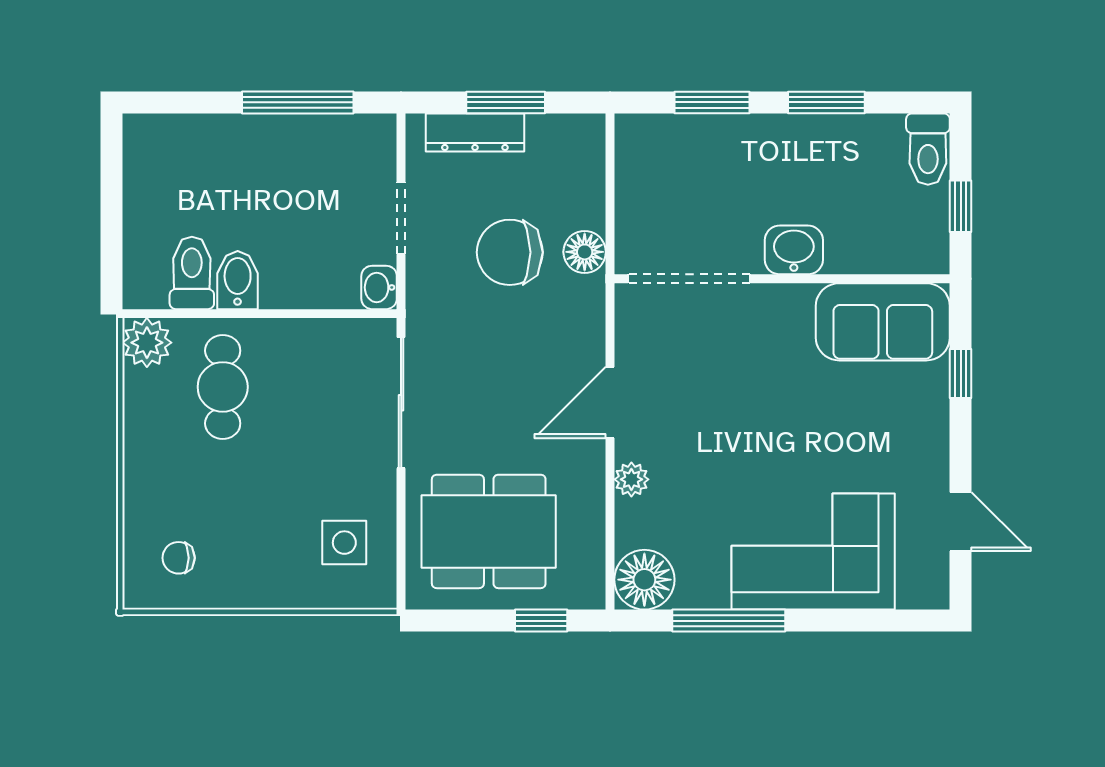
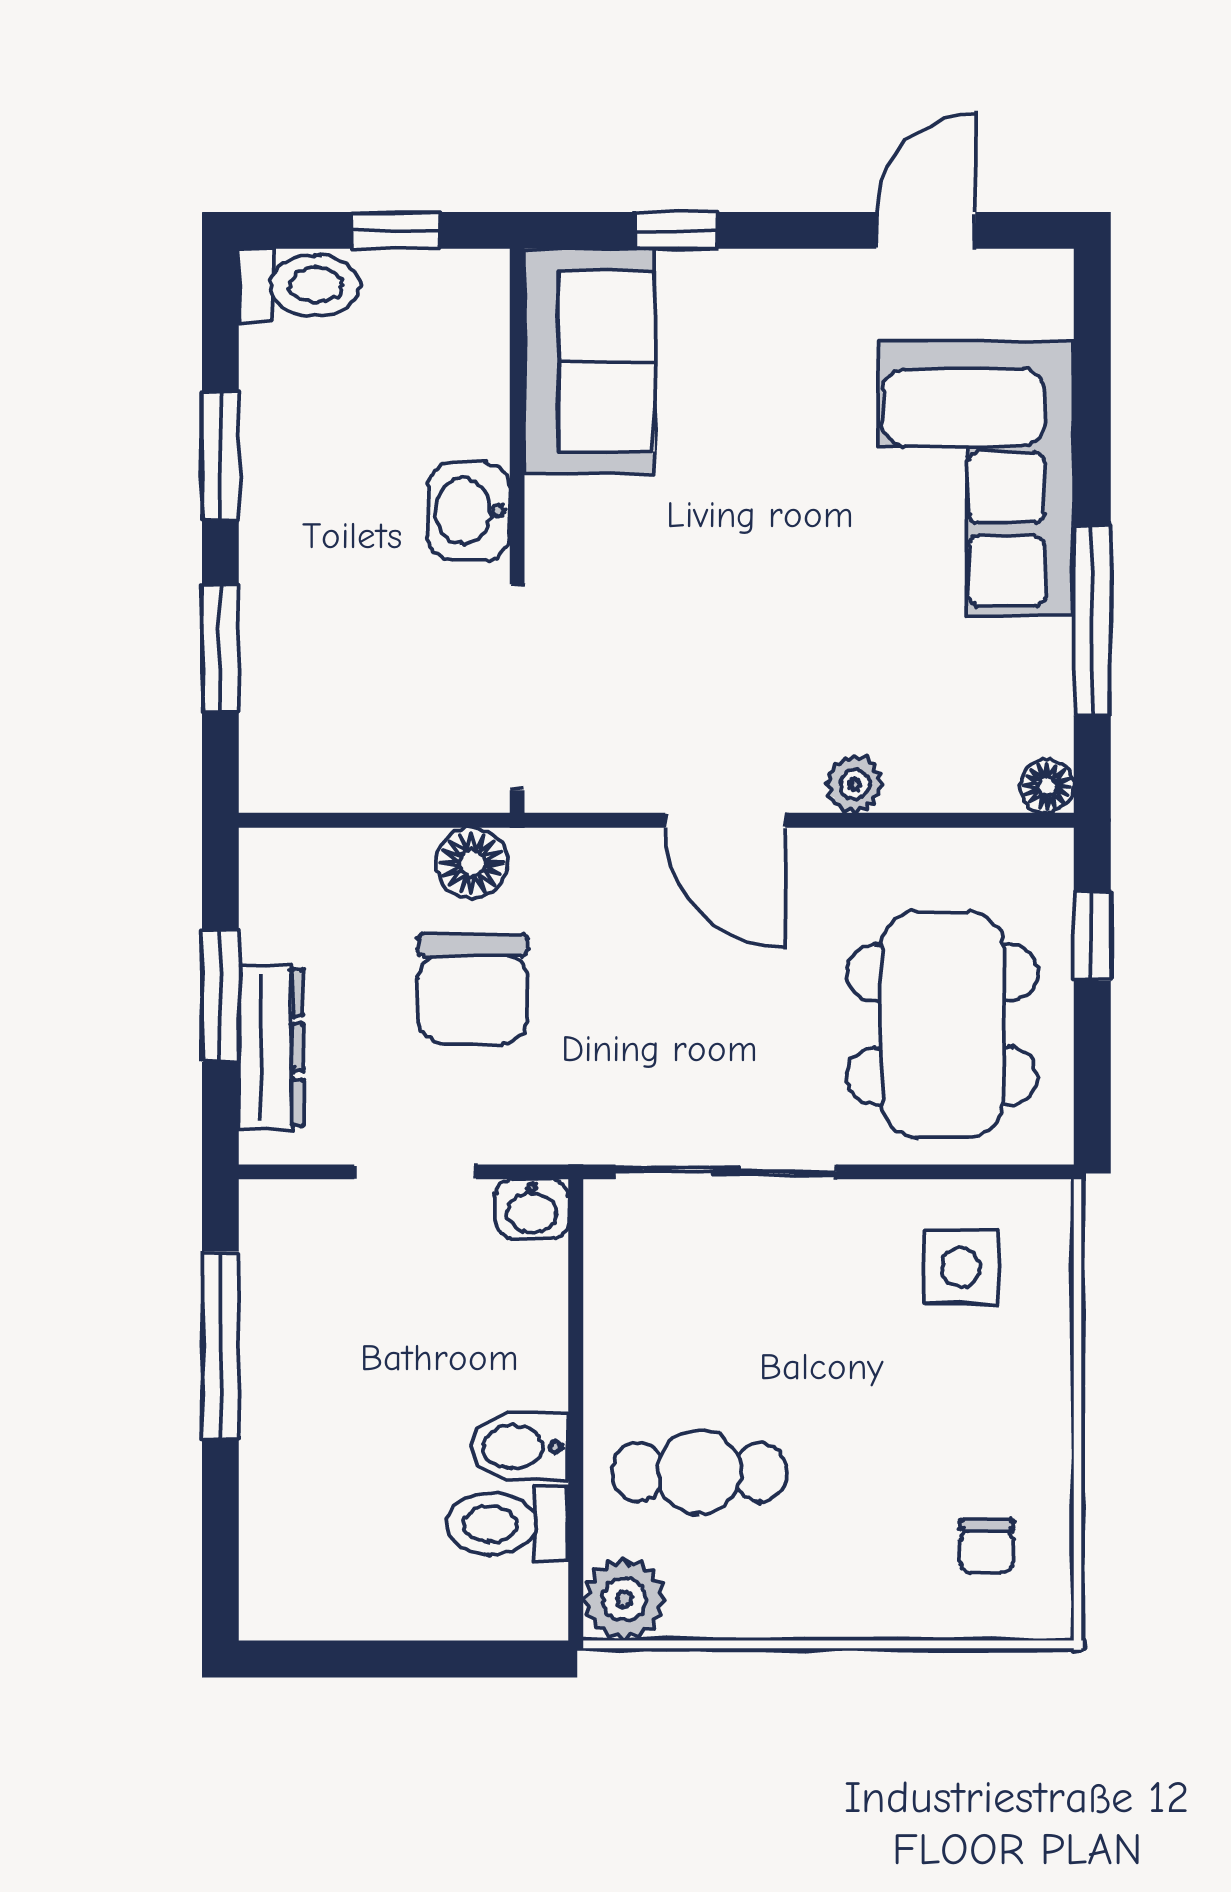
floor lamp: (644, 580) -> (1047, 786), width x0.53, depth x0.53

